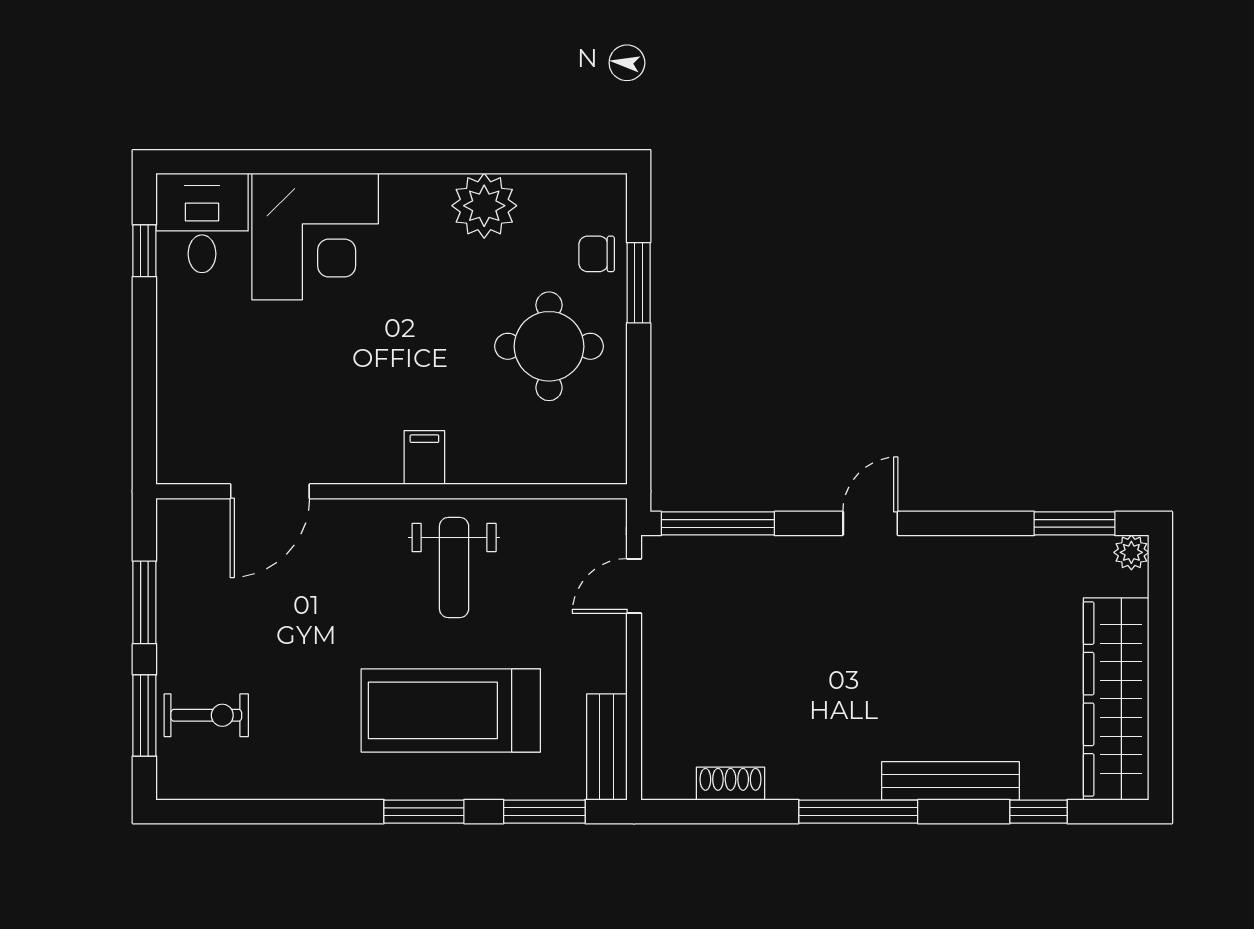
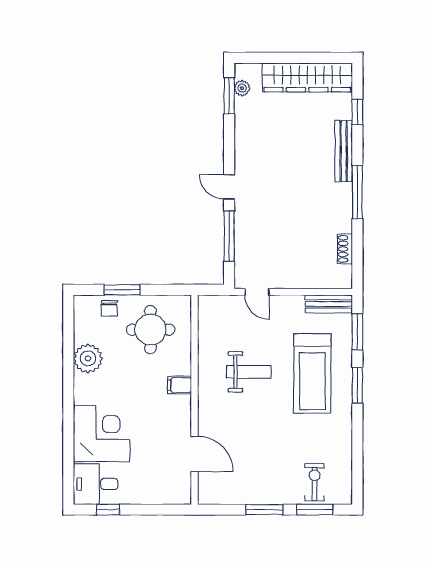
filing cabinet: (424, 457) -> (180, 385), moved
door: (270, 491) -> (195, 454), moved
wall: (391, 491) -> (195, 400), moved
window: (718, 523) -> (229, 236), moved
plant: (1131, 552) -> (242, 88), moved

